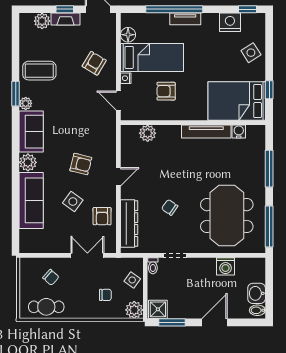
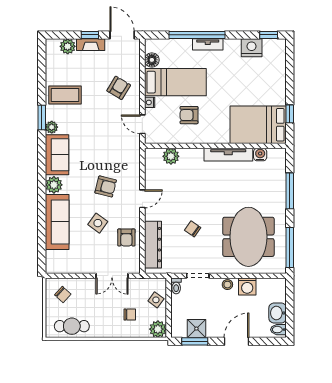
side table: (251, 53) -> (272, 77), removed
double door: (87, 255) -> (112, 276), swing flipped
stool: (205, 264) -> (227, 285), added
chair: (51, 277) -> (63, 295), moved
shower: (158, 309) -> (196, 329), moved

